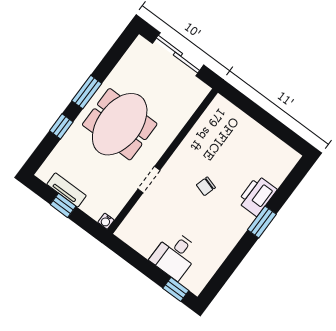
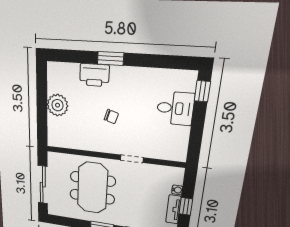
meeting table: (120, 124) -> (92, 188), moved, turned 90
plant: (253, 136) -> (58, 105), added
water cooler: (106, 221) -> (177, 190), moved

